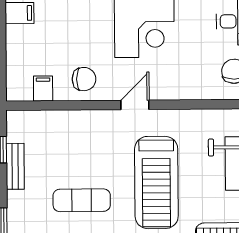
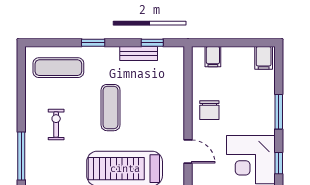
filing cabinet: (43, 88) -> (213, 57), moved, turned 90

